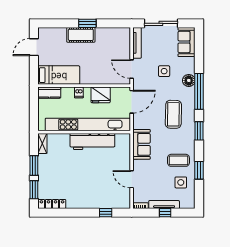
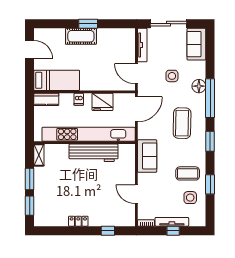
door: (34, 47) -> (30, 50), swing flipped
locker: (52, 204) -> (78, 221), moved, width x0.66

